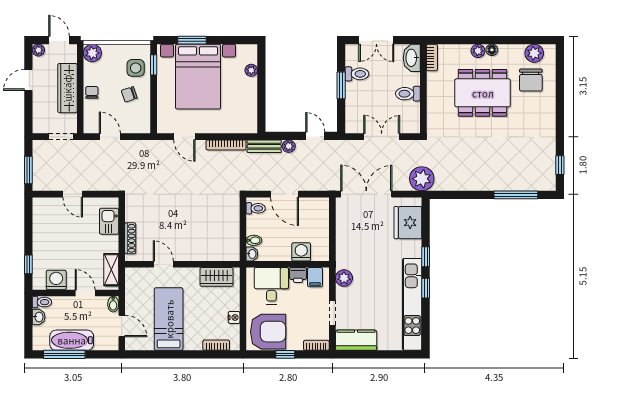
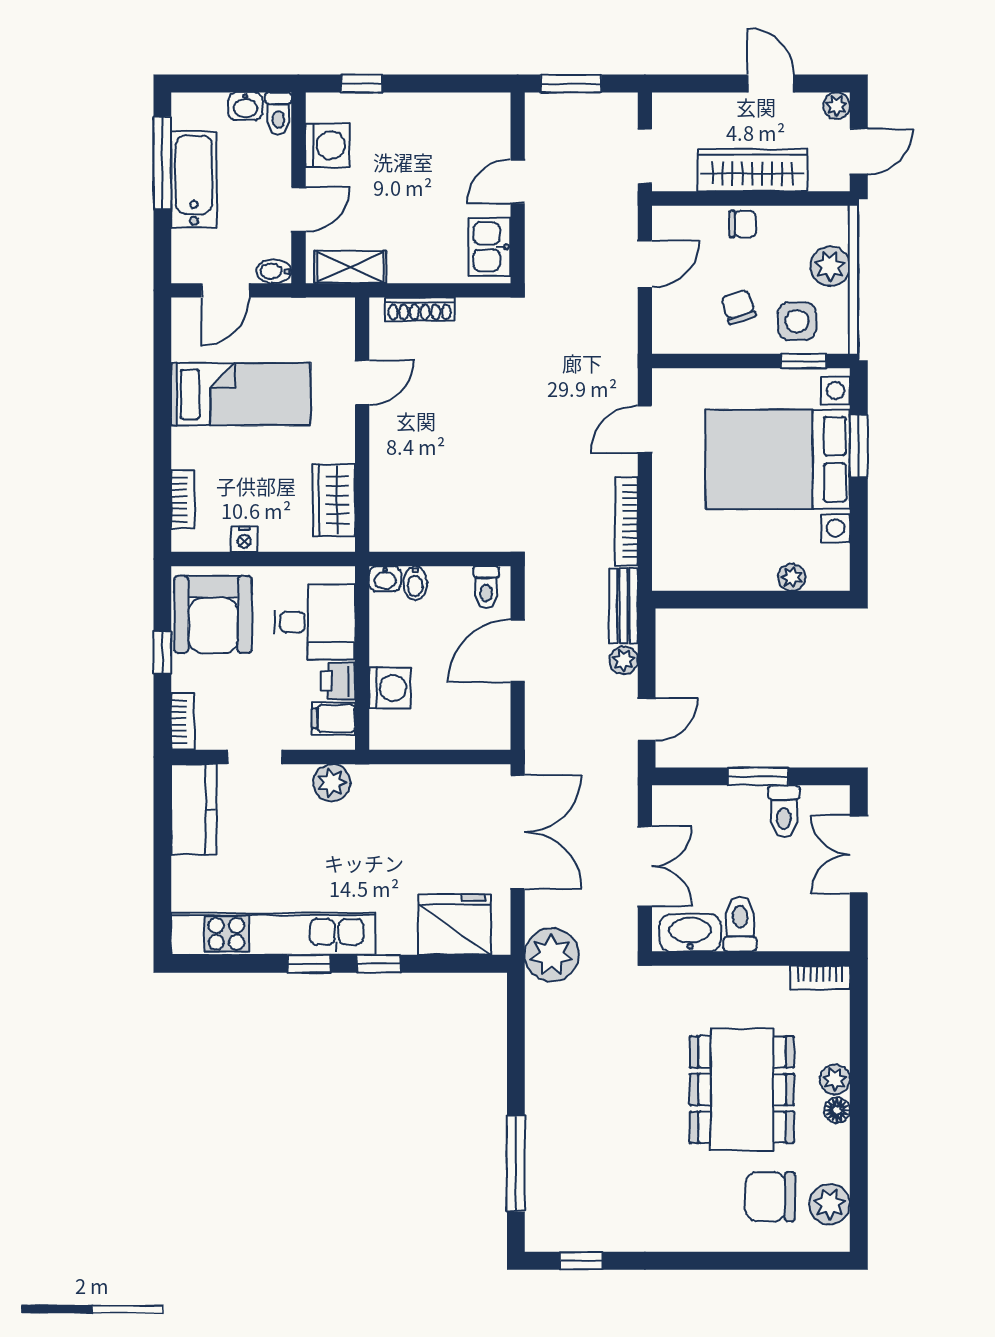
plant: (92, 53) -> (830, 266), moved
washbasin: (412, 58) -> (690, 933), moved
kitchen sink: (109, 221) -> (490, 247), moved, turned -90

